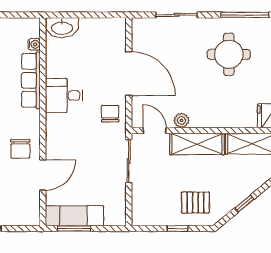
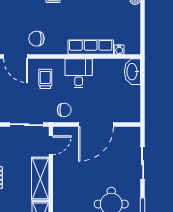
plant: (181, 120) -> (59, 166), removed
trolley: (71, 138) -> (45, 79), added

